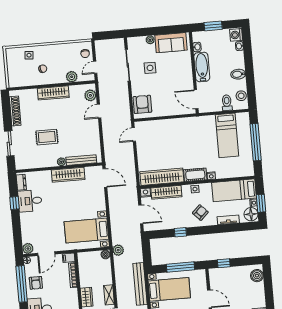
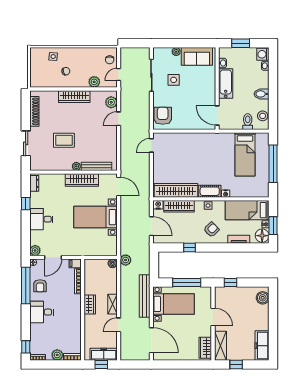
desk: (30, 201) -> (41, 219), moved
bed with nightstands: (86, 230) -> (95, 217), moved

